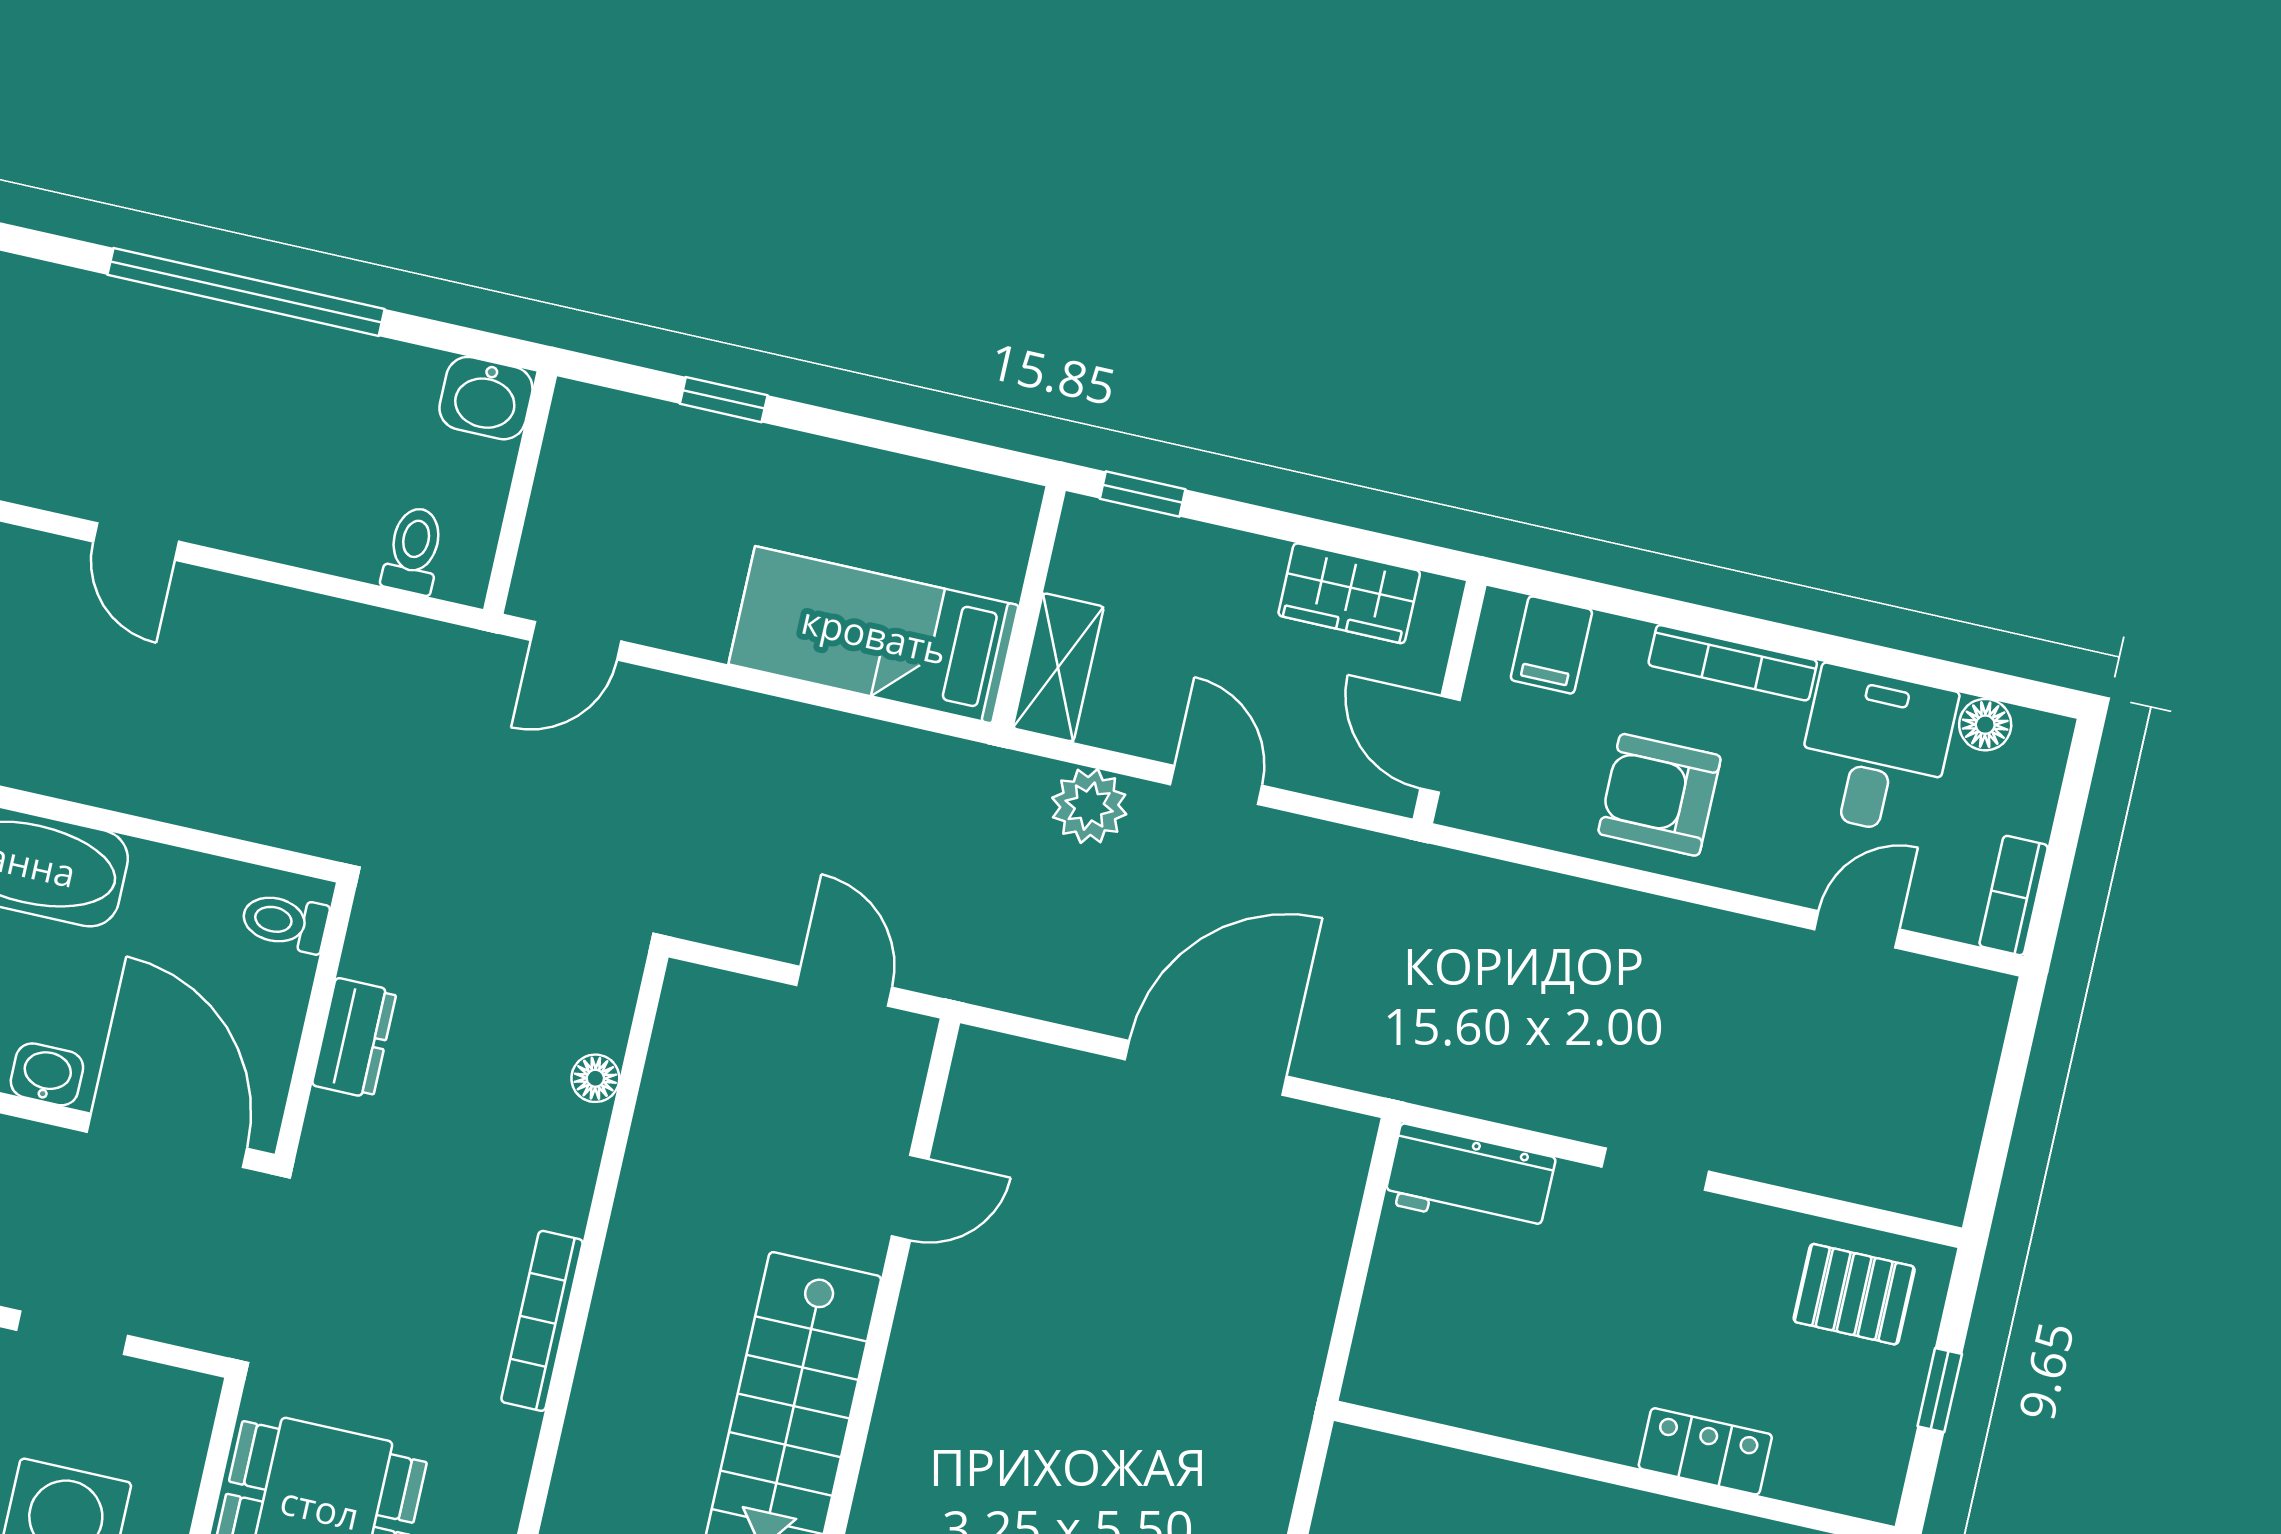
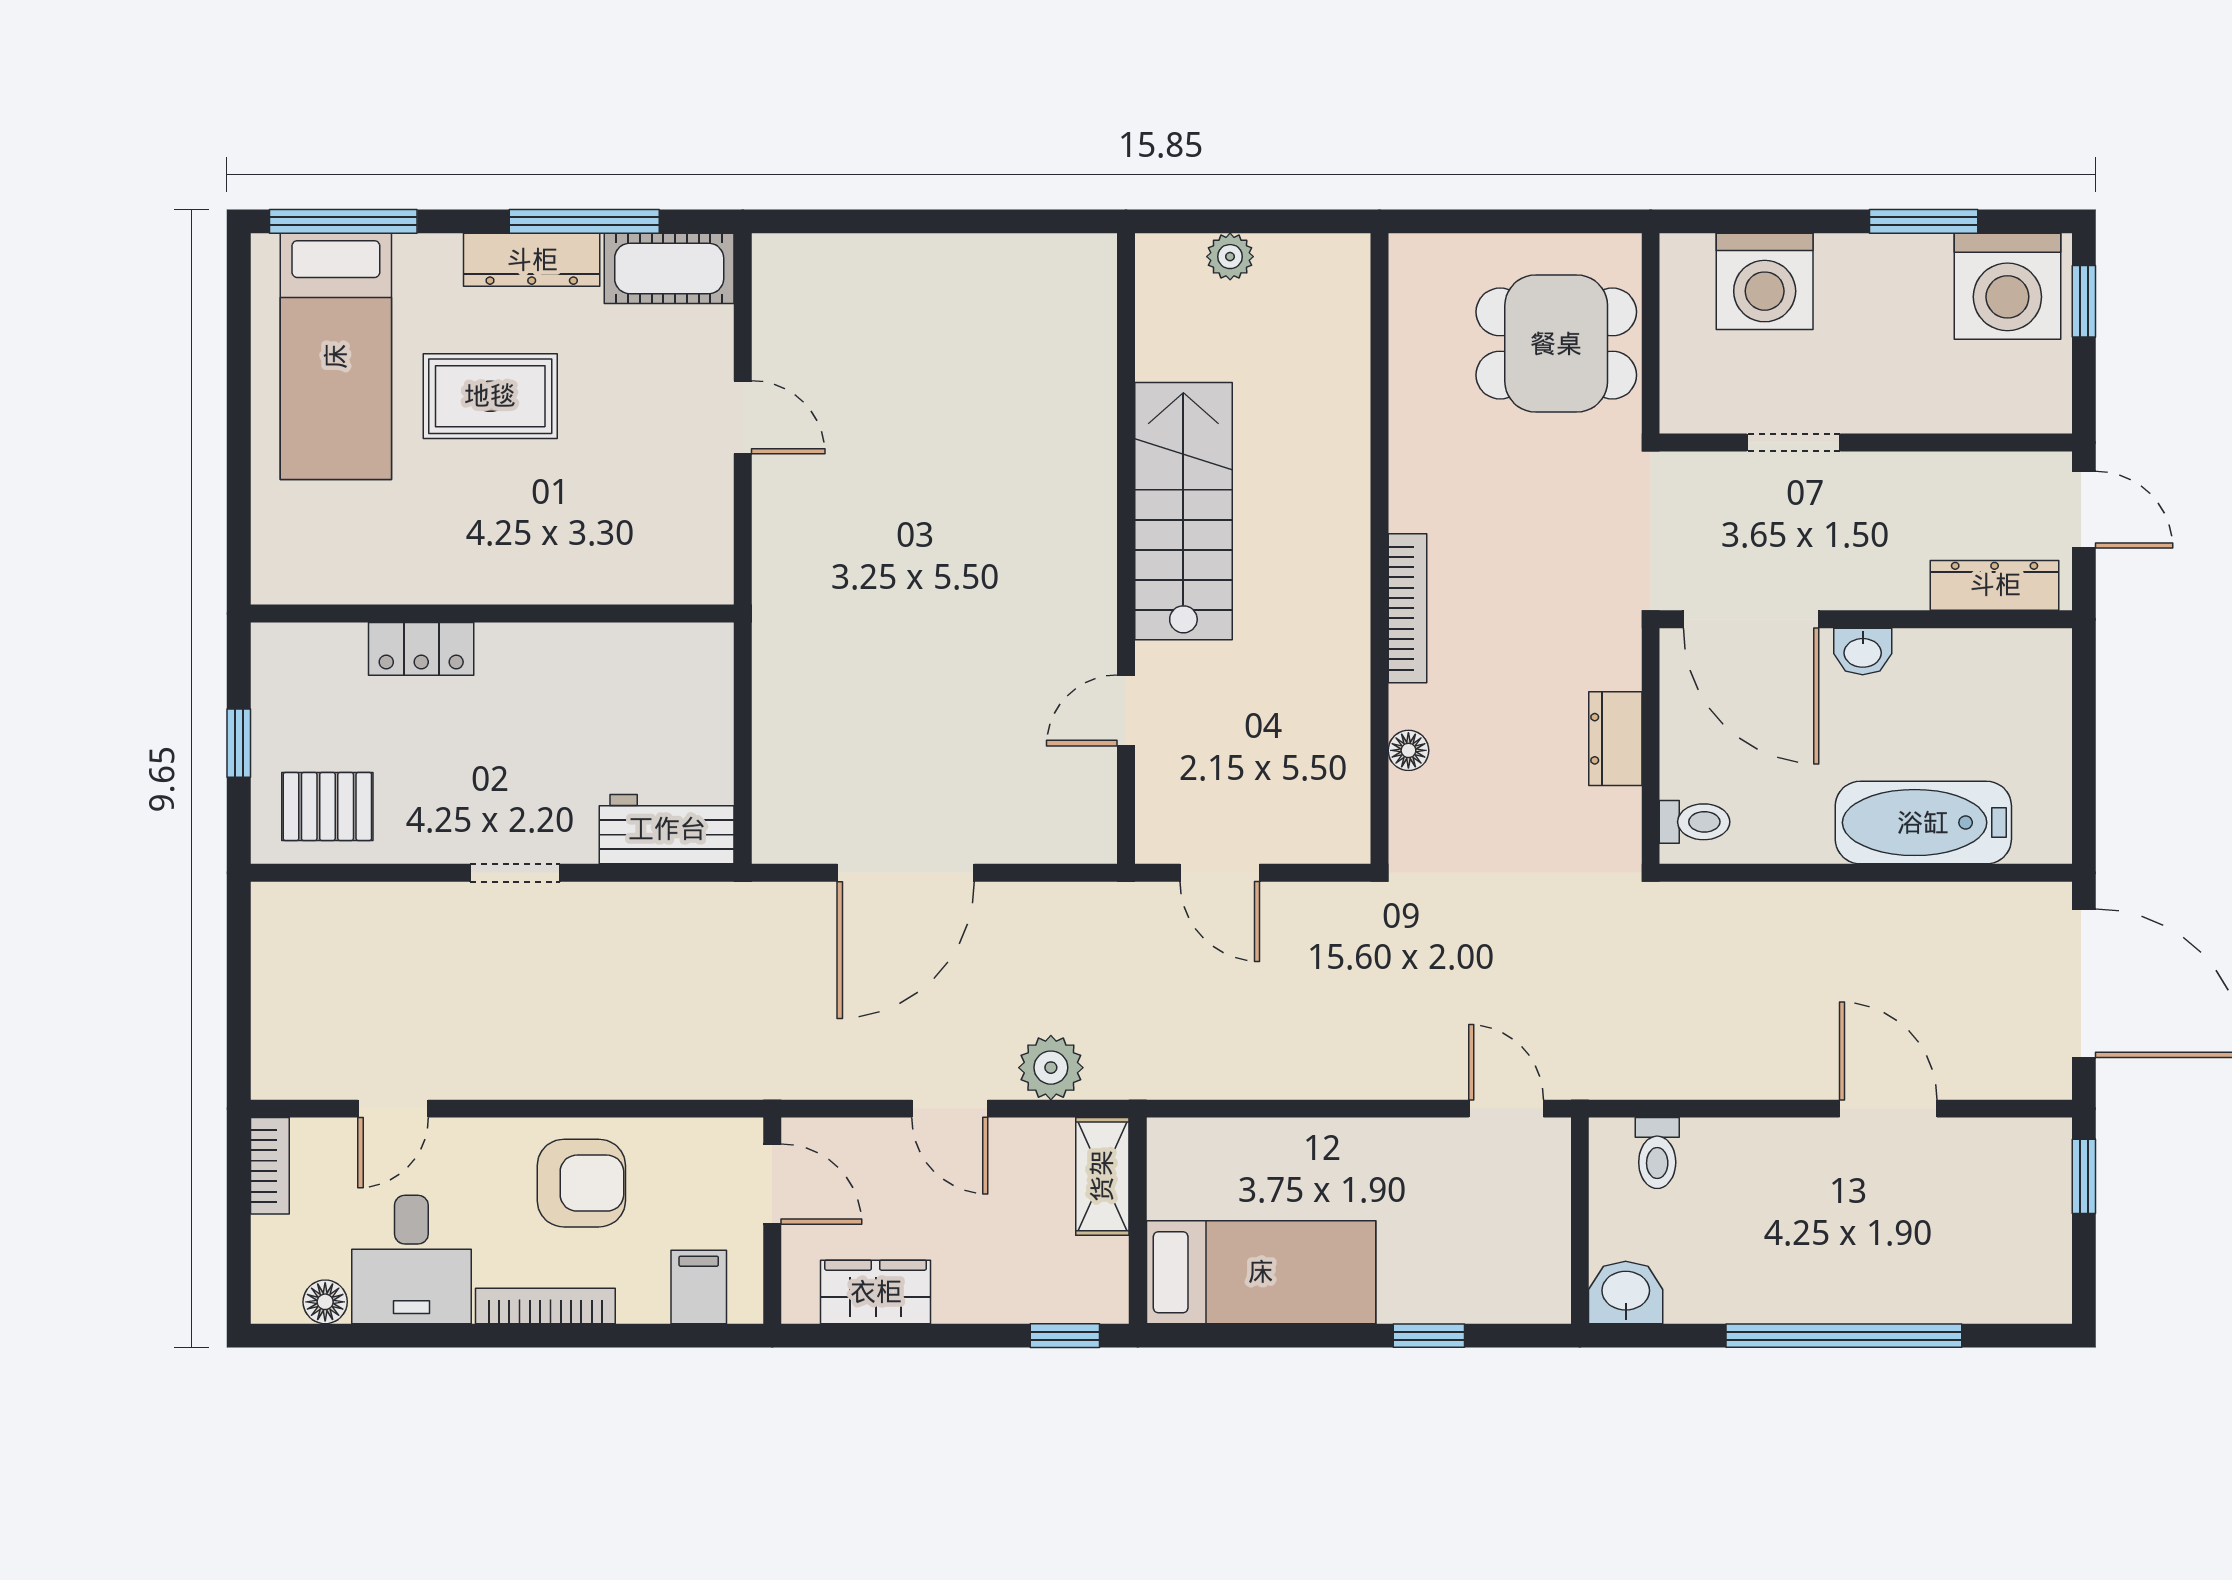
door: (136, 542) -> (1888, 1109), width x1.38
bed: (874, 635) -> (1261, 1272), moved
door: (576, 641) -> (1506, 1109), hinge flipped
bookcase: (542, 1321) -> (1407, 608), moved

